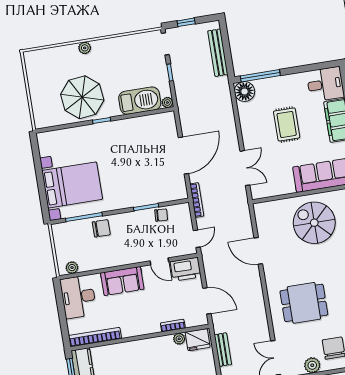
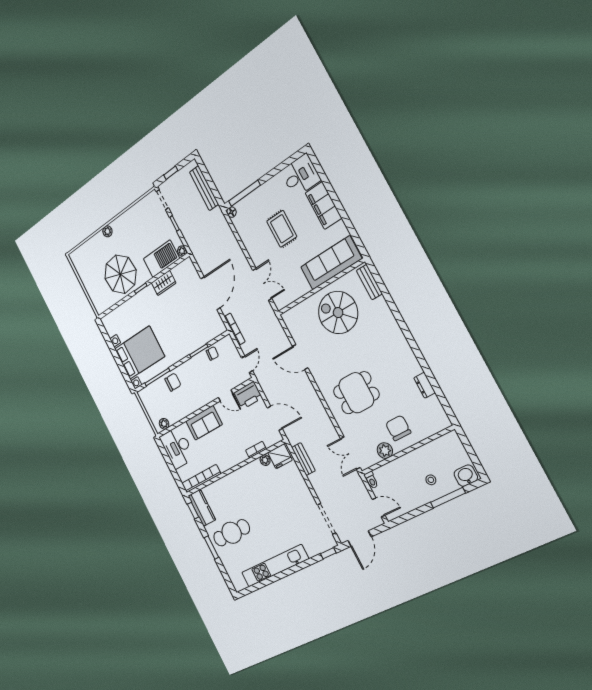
floor lamp: (245, 91) -> (232, 212), width x0.53, depth x0.53
wardrobe: (132, 125) -> (164, 283), added

